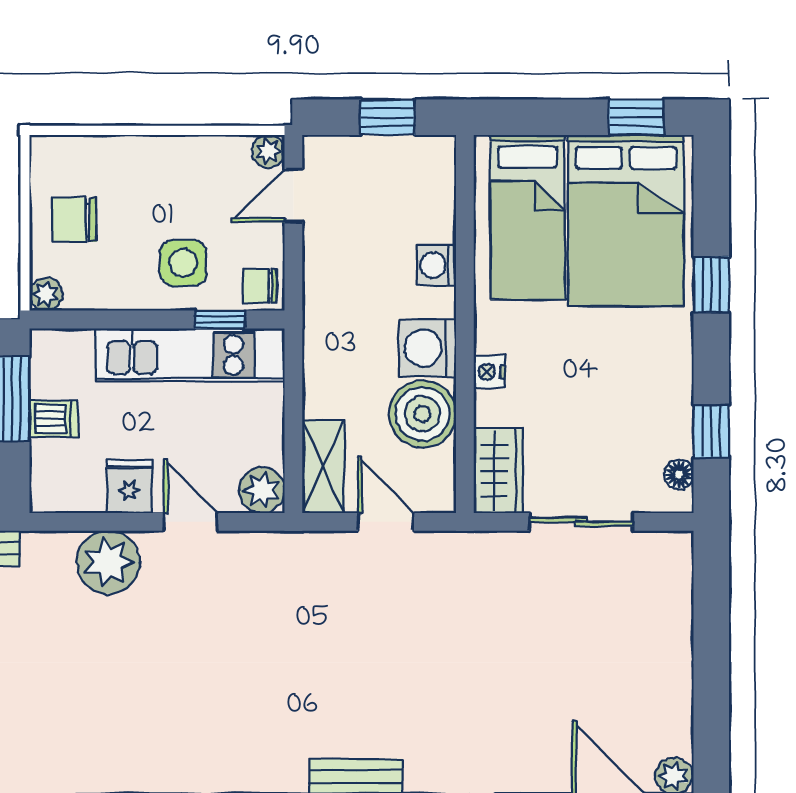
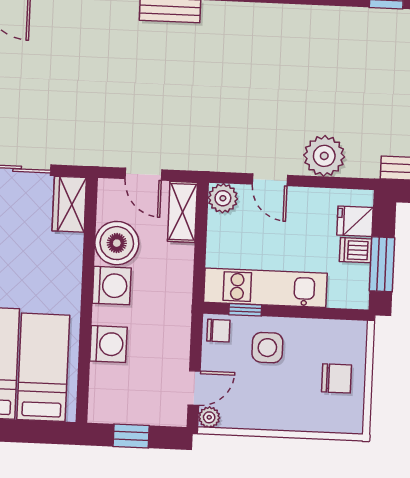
washing machine: (436, 265) -> (108, 344), width x1.38, depth x1.38
plant: (46, 294) -> (357, 331), removed
nightstand: (489, 372) -> (72, 268), removed
fridge: (129, 486) -> (355, 221), moved, turned 90

